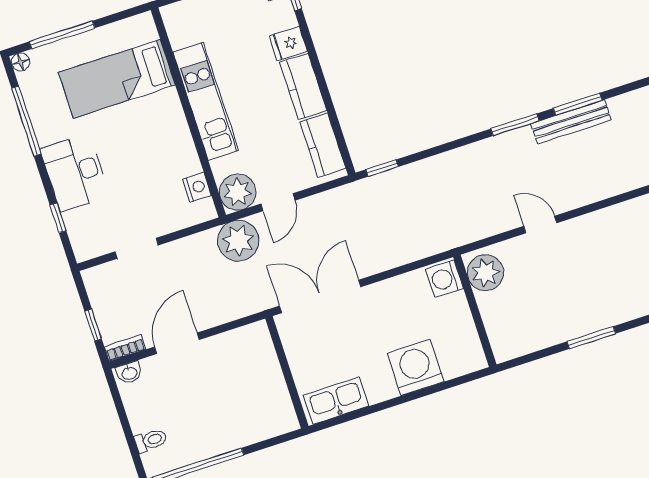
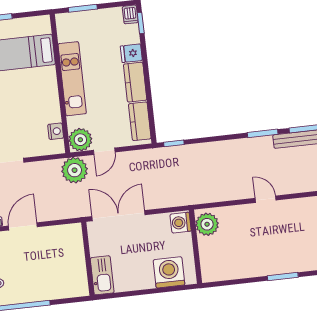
plant: (485, 273) -> (207, 224), moved
washing machine: (444, 279) -> (181, 223), moved
wall: (475, 311) -> (195, 247), moved
kitchen sink: (336, 401) -> (102, 275), moved, turned 90

